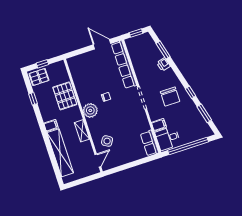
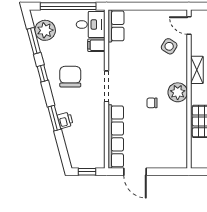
window: (163, 50) -> (54, 118), moved
plant: (199, 123) -> (45, 30), added
door: (98, 160) -> (189, 25), hinge flipped

